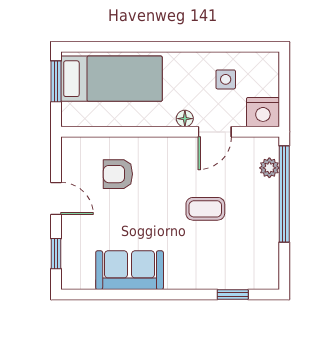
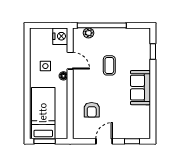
side table: (226, 79) -> (45, 66), moved
sofa: (130, 270) -> (140, 88), moved

